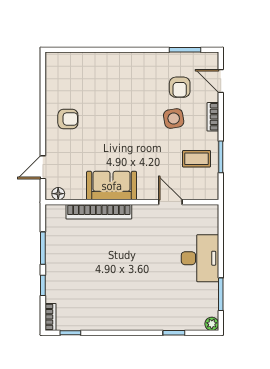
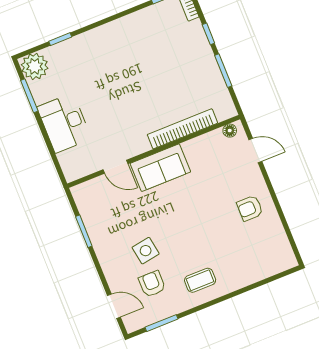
bookcase: (213, 117) -> (108, 268), removed
coffee table: (197, 159) -> (200, 280), moved
door: (43, 167) -> (255, 151), hinge flipped
sofa: (112, 186) -> (160, 168), moved
plant: (212, 324) -> (35, 66), width x1.87, depth x1.87

